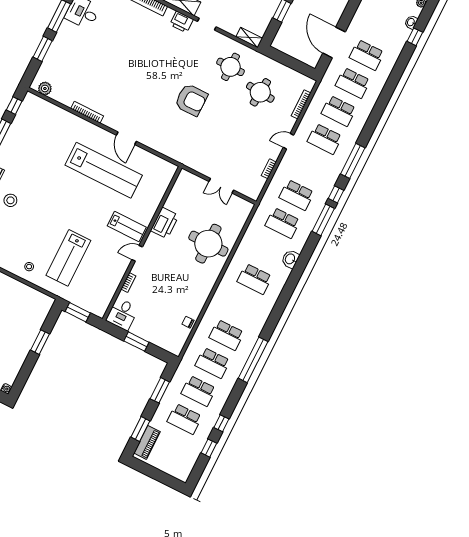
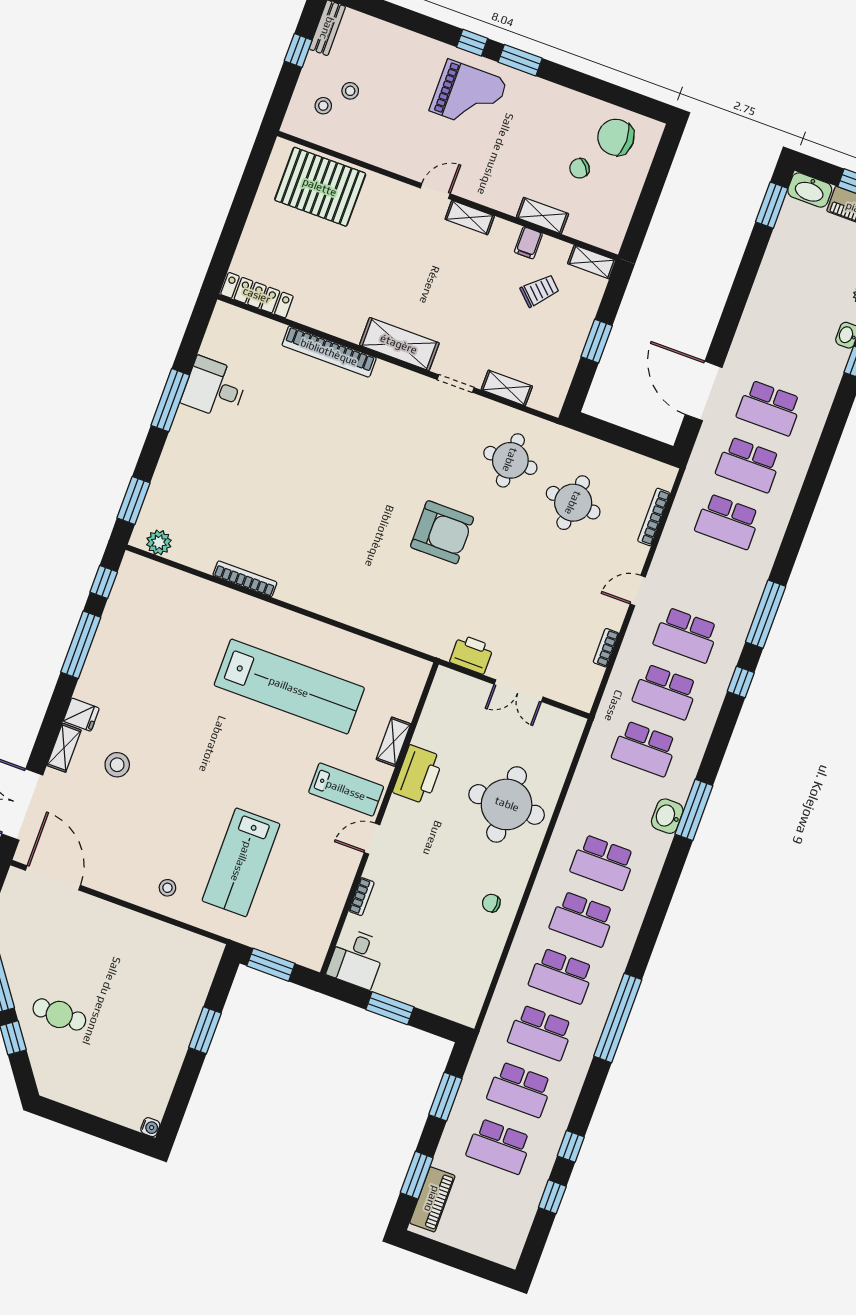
printer: (182, 22) -> (472, 654), moved, turned 180
shelving: (249, 38) -> (507, 388), moved
window: (43, 49) -> (134, 500), moved
door: (126, 138) -> (326, 620), removed
school desk: (325, 139) -> (686, 635), moved
shelving: (154, 205) -> (393, 742), added
window: (323, 220) -> (694, 810), moved
school desk: (241, 307) -> (582, 919), added
chair: (188, 322) -> (491, 903), moved

